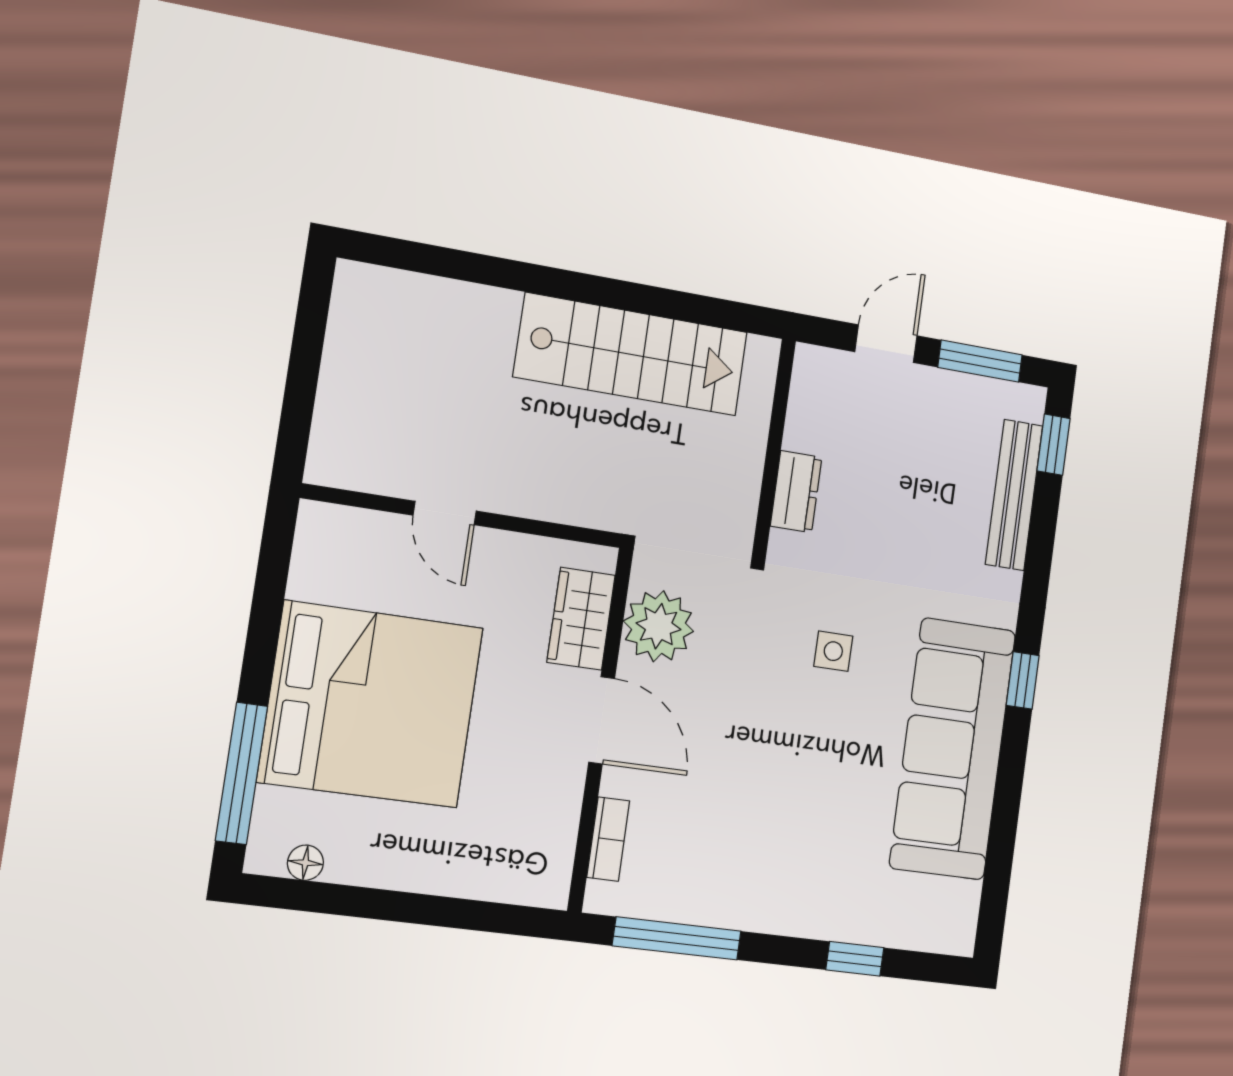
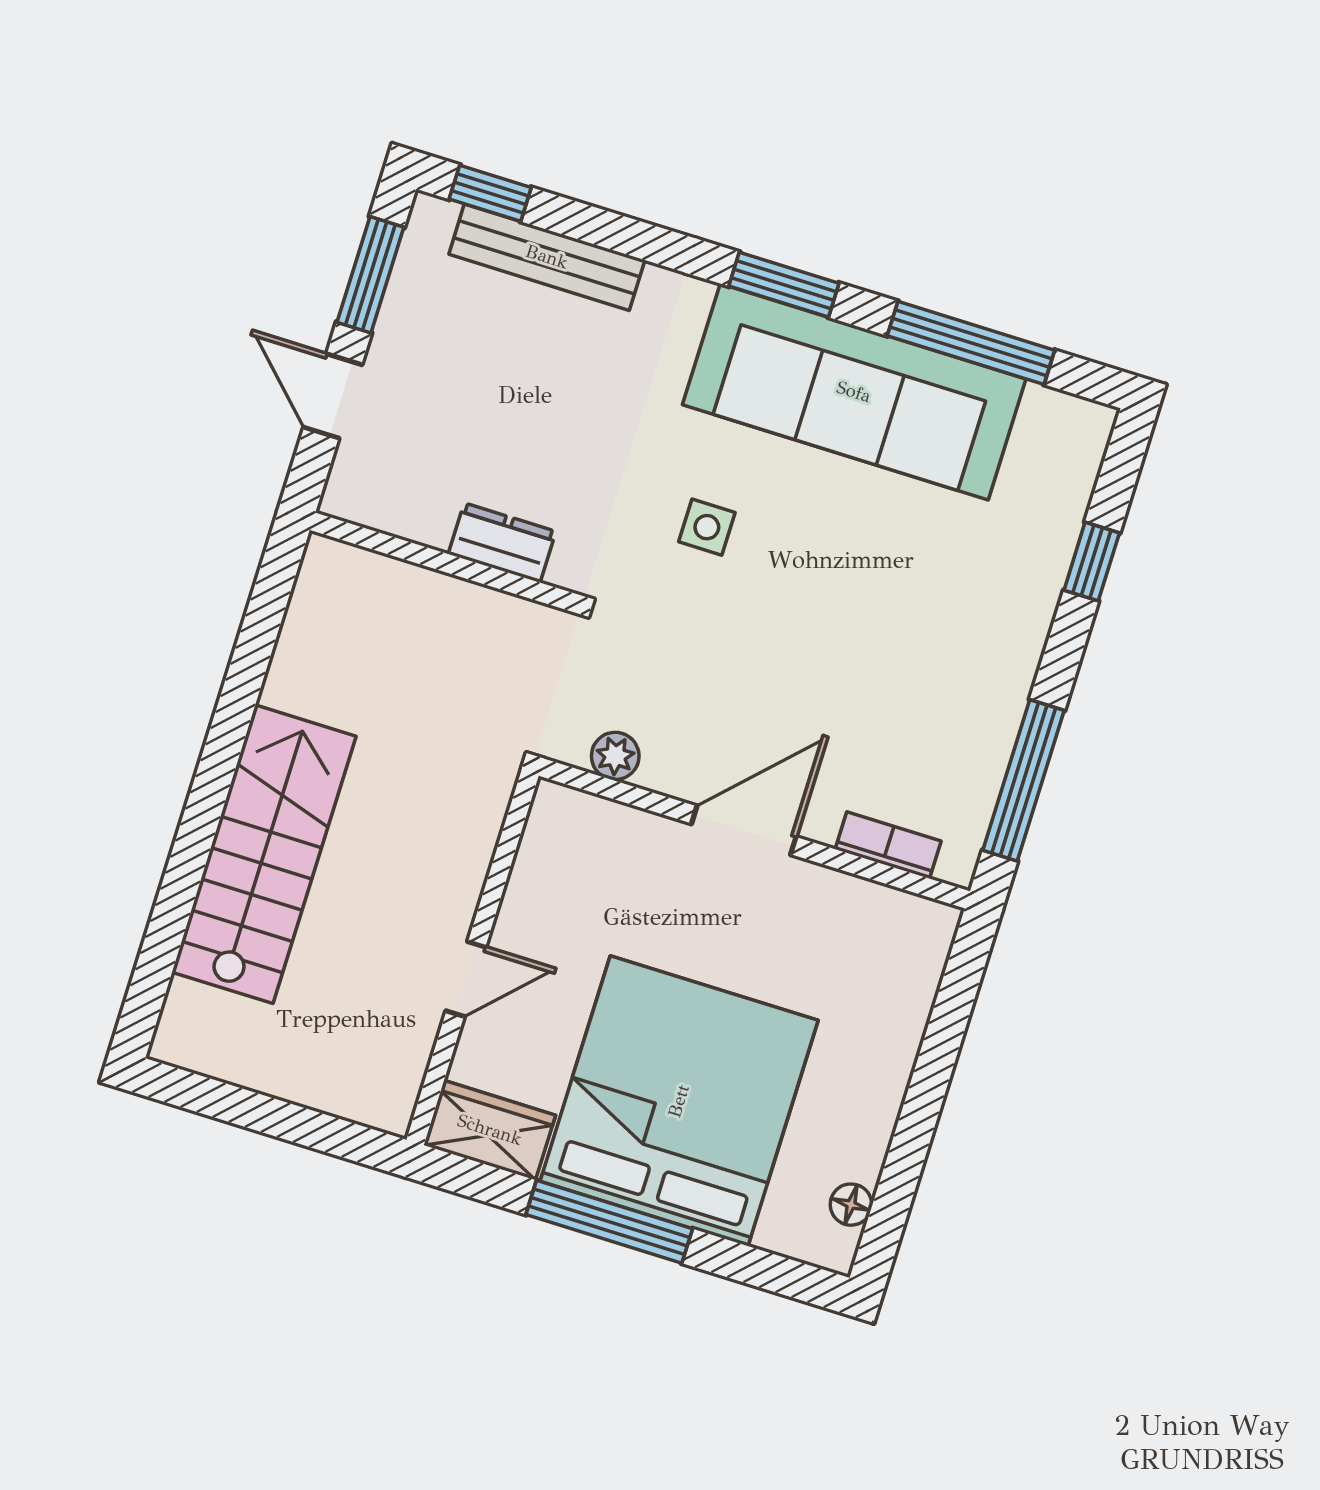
stairs: (631, 354) -> (264, 854), moved
wardrobe: (581, 619) -> (490, 1130), moved, turned 180
plant: (659, 626) -> (615, 756), width x0.53, depth x0.53
window: (1023, 680) -> (784, 285), width x1.50
window: (242, 773) -> (609, 1222), moved
window: (1003, 832) -> (971, 343), added

